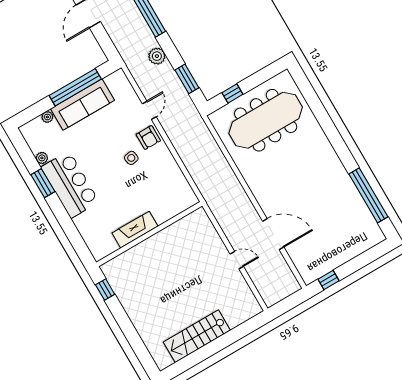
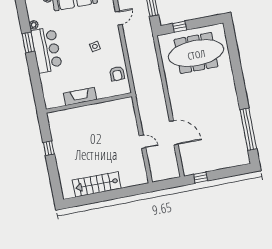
armchair: (148, 138) -> (117, 74), moved
window: (105, 290) -> (49, 148), moved

